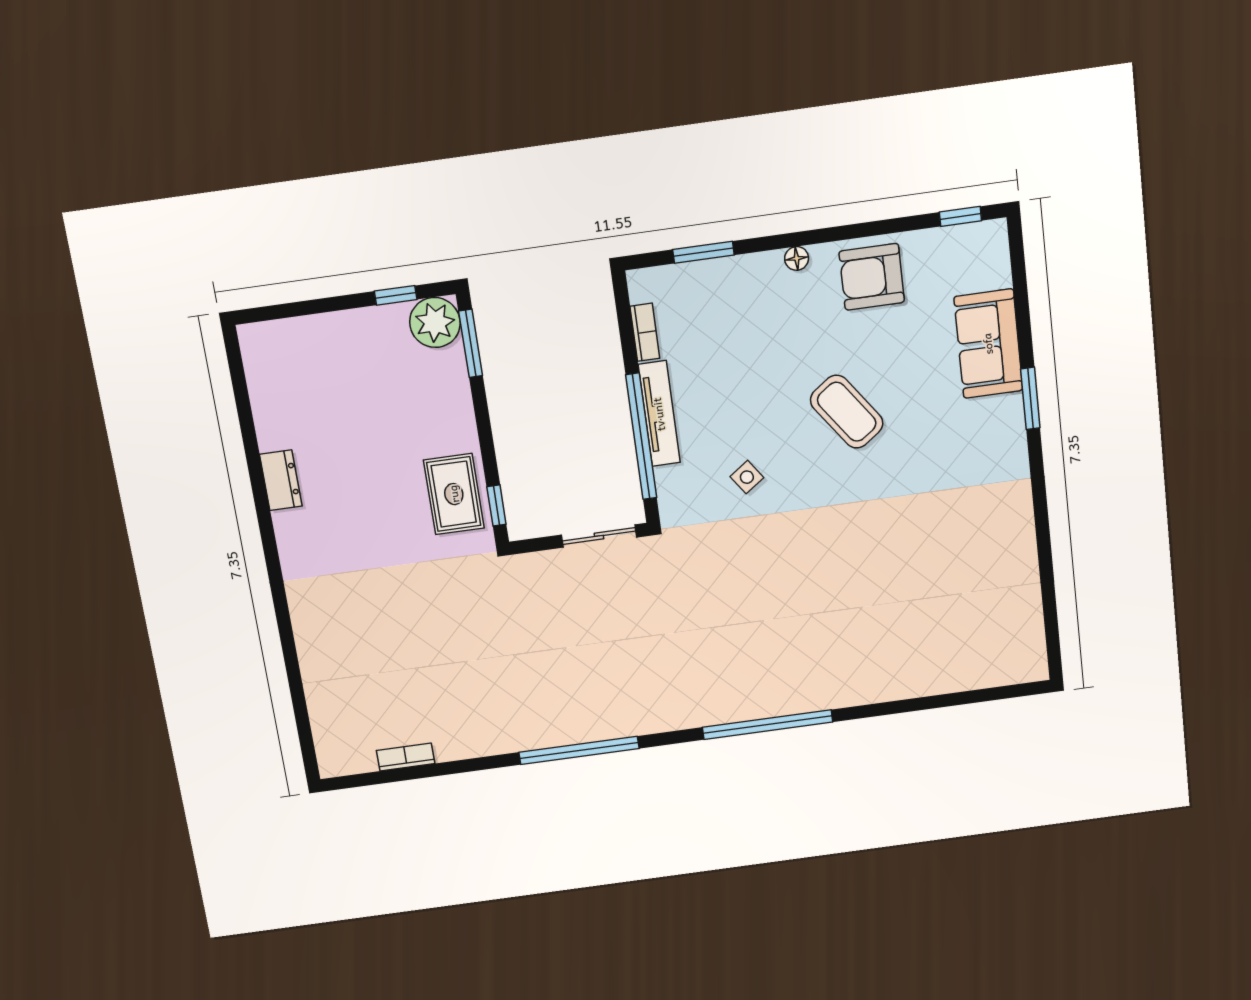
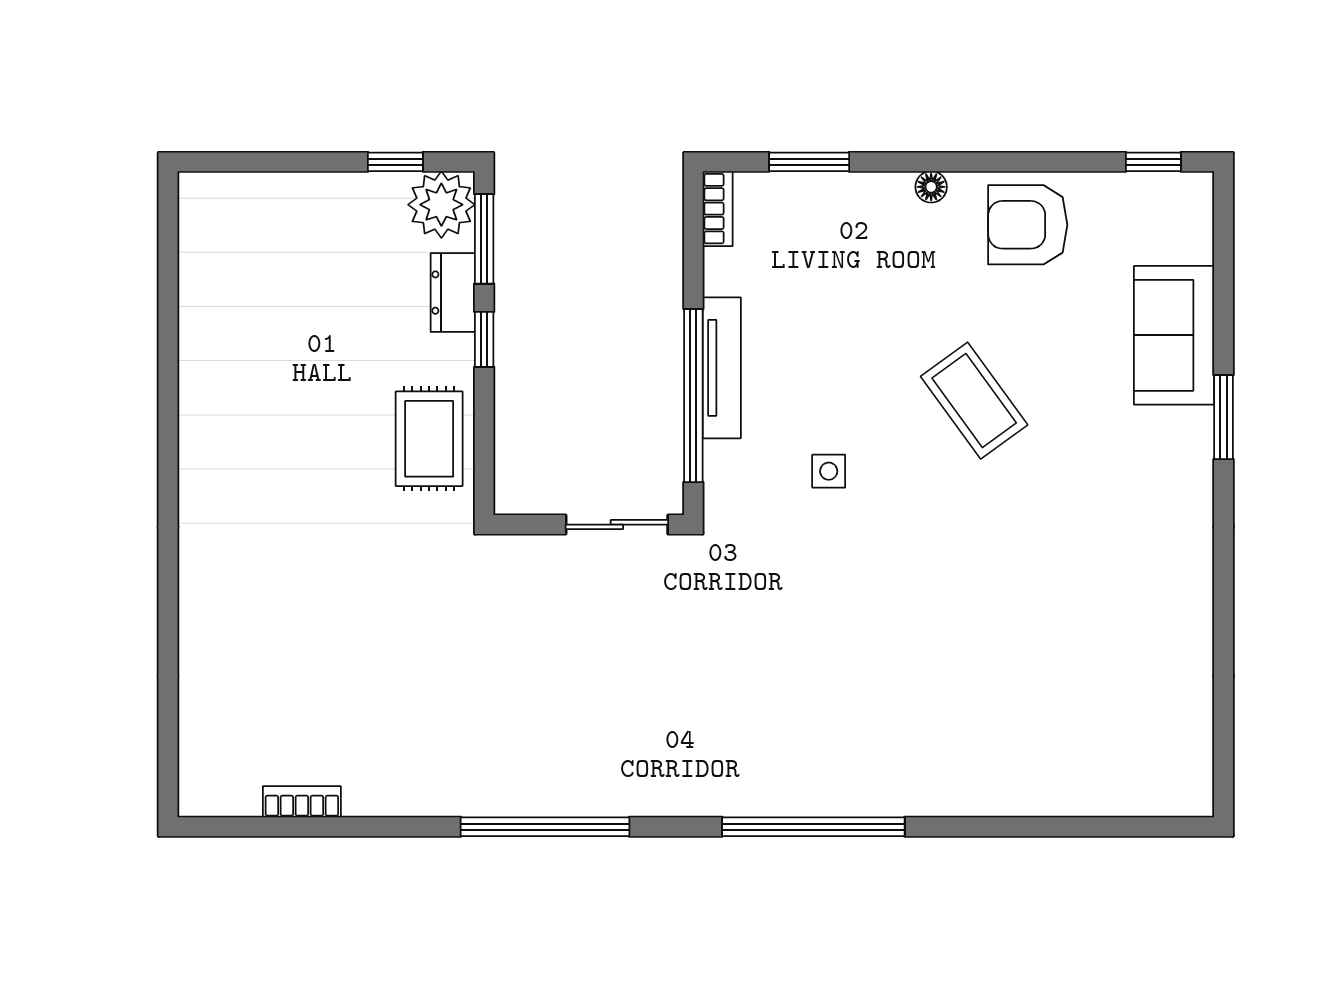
bookcase: (645, 332) -> (718, 209), moved
side table: (747, 477) -> (829, 471), turned 35
dresser: (281, 480) -> (453, 293), moved, turned 180
window: (496, 505) -> (484, 339), moved

